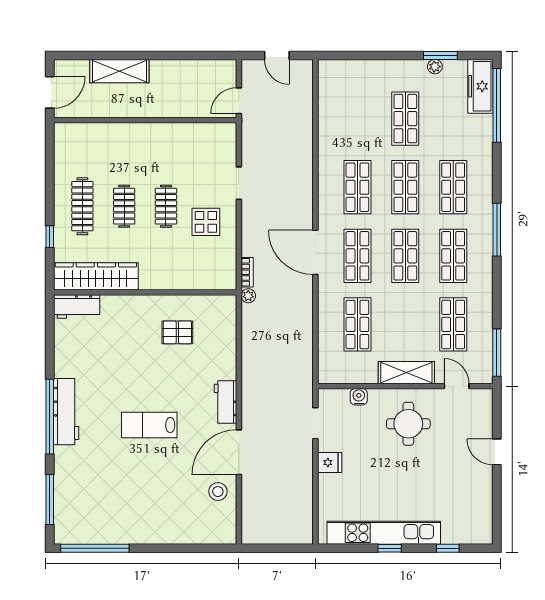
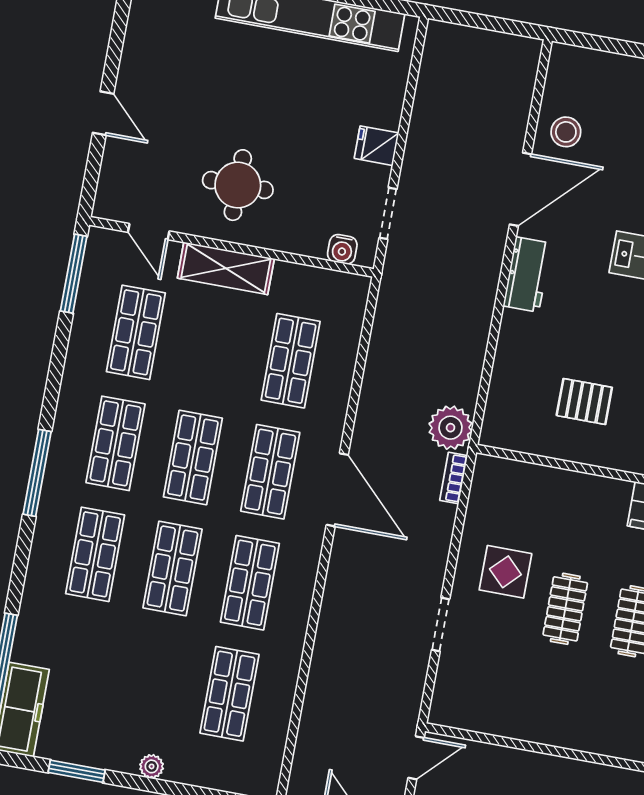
plant: (435, 67) -> (152, 766), moved
shop shelf: (405, 119) -> (230, 694), moved
plant: (248, 296) -> (451, 428), width x1.88, depth x1.88
water cooler: (359, 397) -> (342, 249), moved

